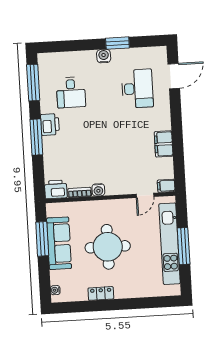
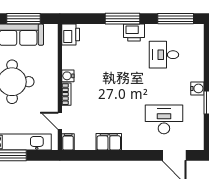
desk: (137, 89) -> (164, 119), turned 180
bookcase: (80, 192) -> (66, 94), moved

